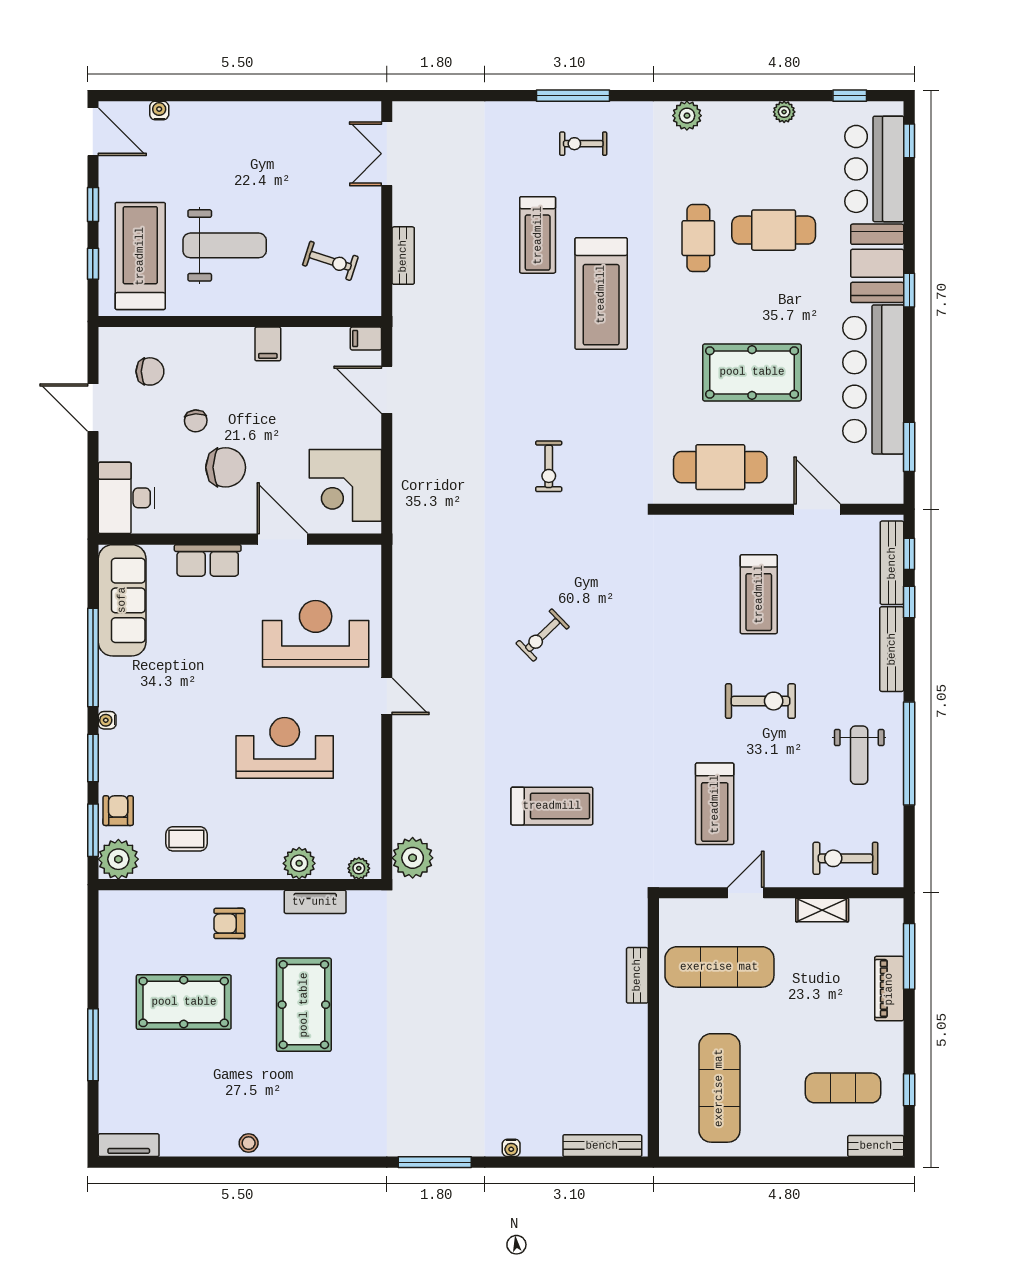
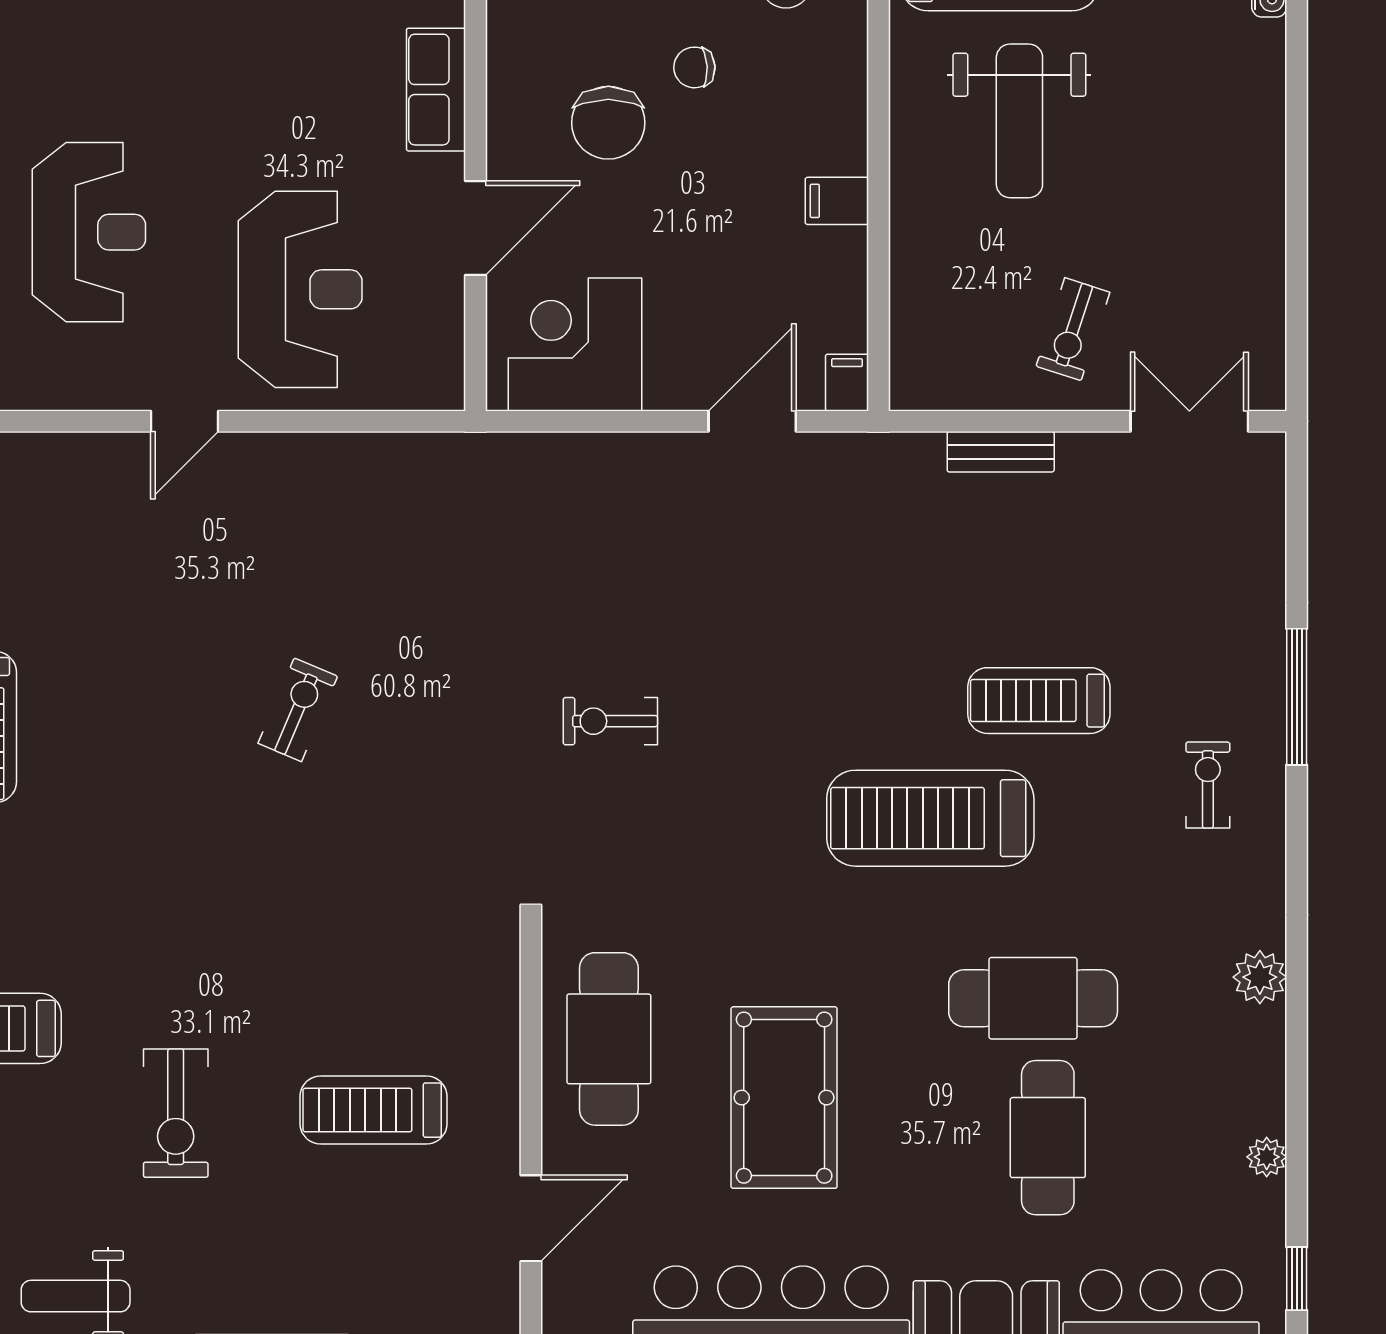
window: (573, 96) -> (1297, 697), moved
cafe table: (698, 238) -> (1033, 998), width x1.37, depth x1.35
exercise bike: (330, 261) -> (1073, 329), moved
exercise bike: (543, 635) -> (298, 710), turned 67

